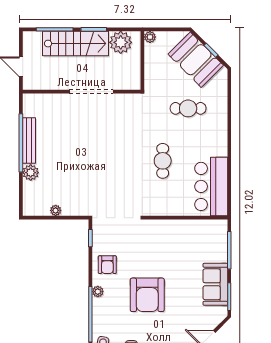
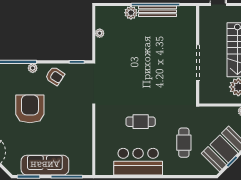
bar counter: (211, 186) -> (138, 162), moved
armchair: (107, 265) -> (55, 76), turned -147
sofa: (215, 284) -> (45, 165), width x1.36
armchair: (147, 295) -> (30, 109), turned 90

